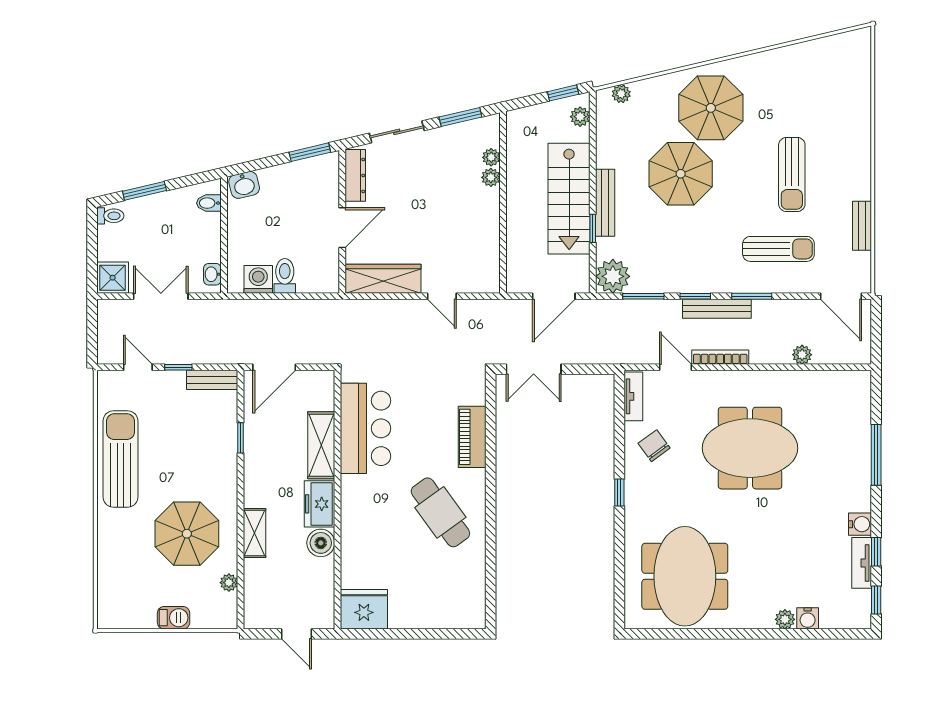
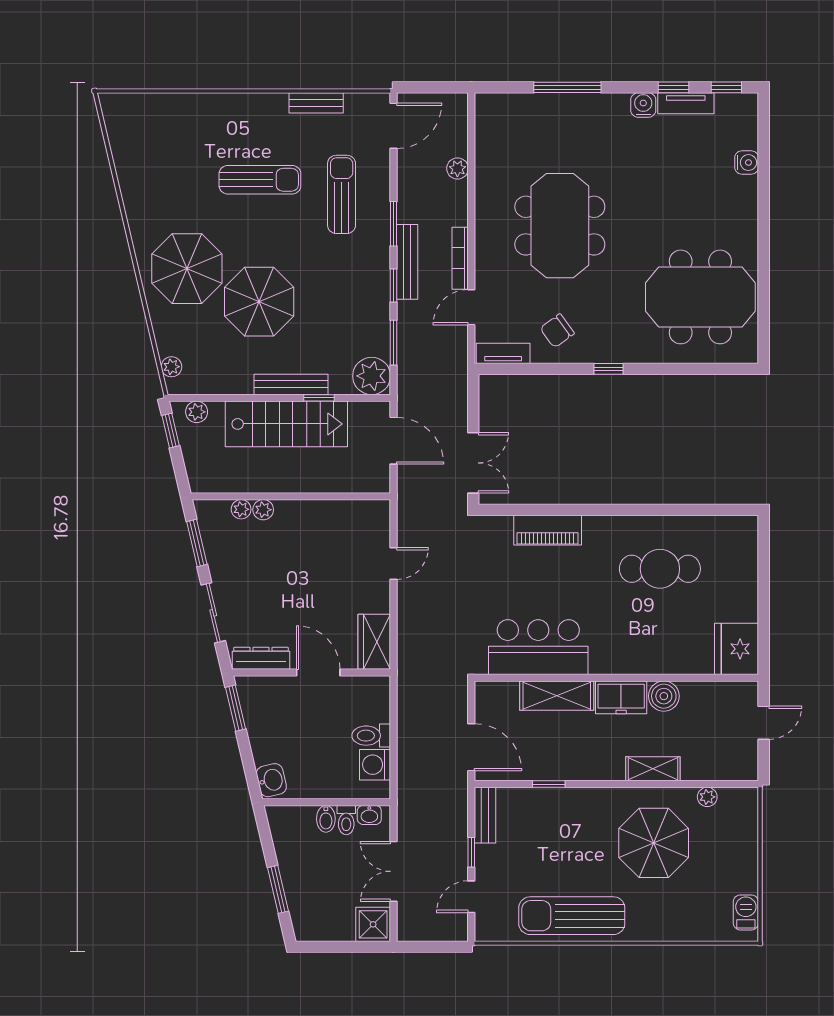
bidet: (209, 203) -> (326, 819), moved
toilet: (110, 216) -> (346, 820), moved, turned 180
wardrobe: (383, 279) -> (374, 642), width x0.67
cafe table: (440, 512) -> (660, 569), moved, turned 36
barbecue: (174, 618) -> (746, 912), moved
plant: (785, 619) -> (748, 187), removed

